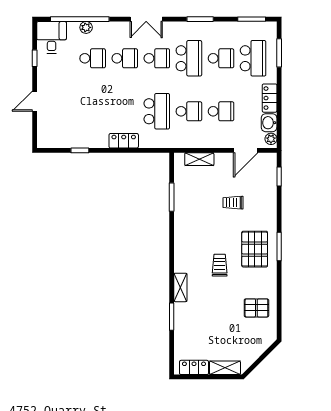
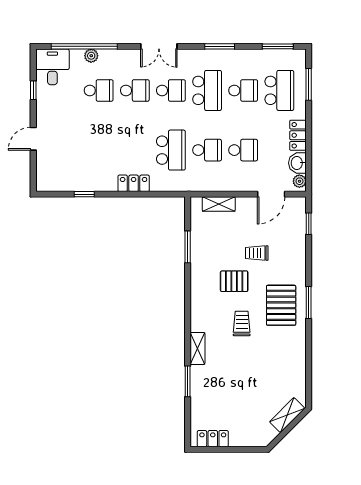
pallet: (256, 308) -> (234, 281), moved
shelving: (225, 368) -> (287, 415), moved, turned -45

